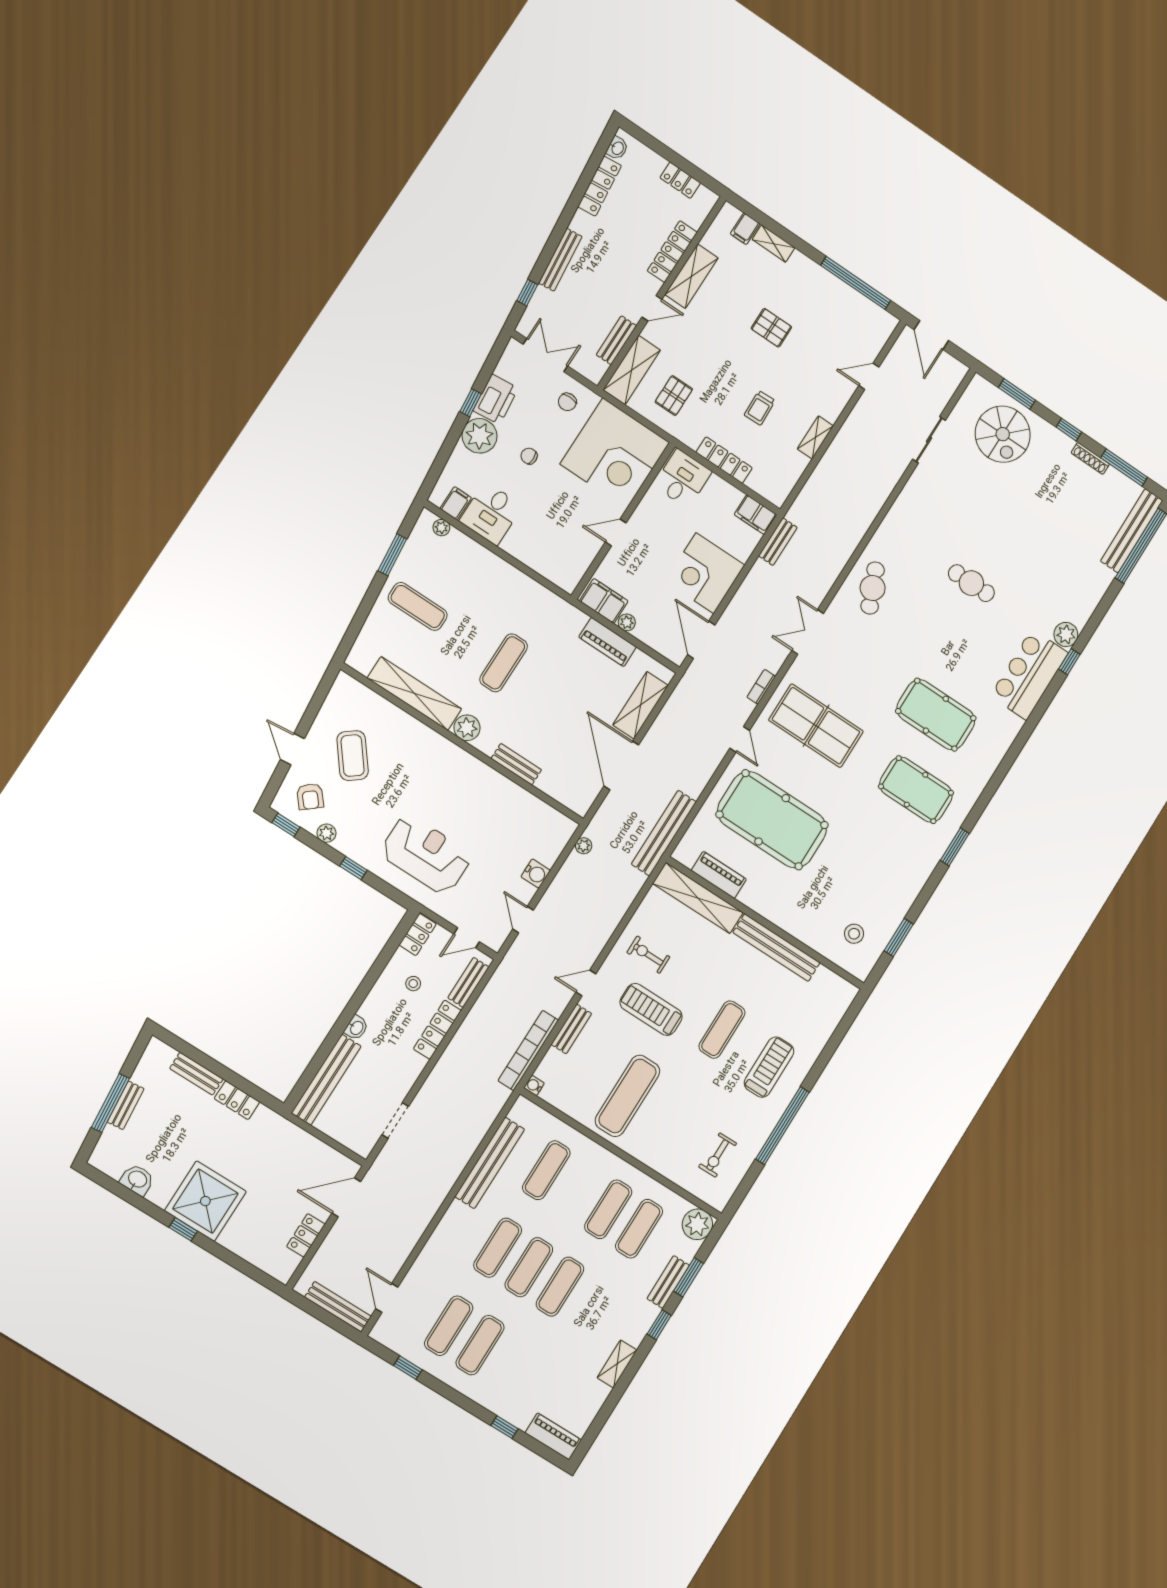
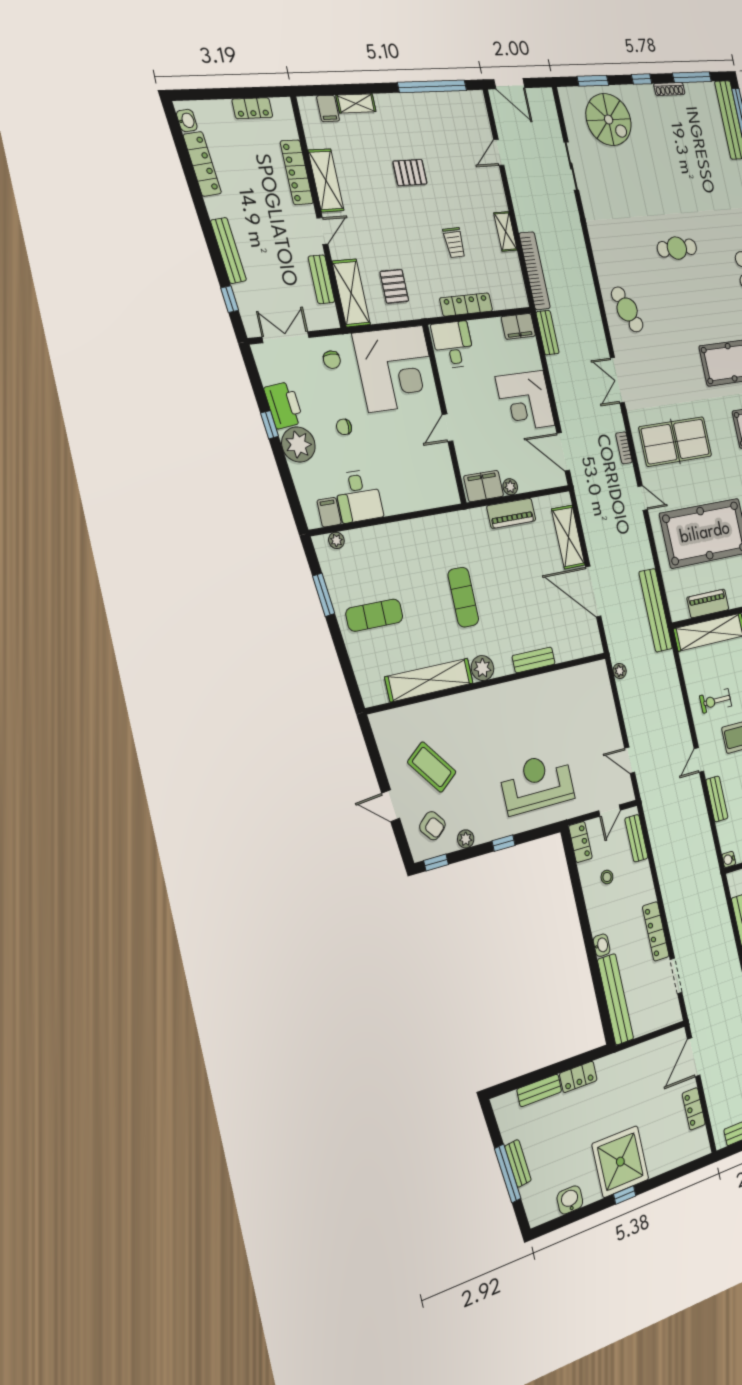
water cooler: (536, 874) -> (610, 721), removed
locker: (437, 1030) -> (656, 931), moved
bookcase: (528, 1050) -> (535, 271), moved, turned 180

